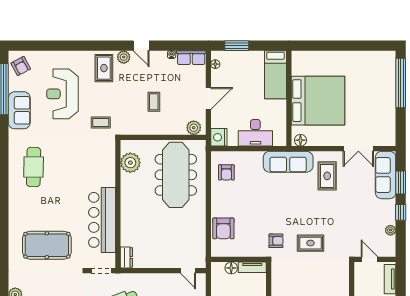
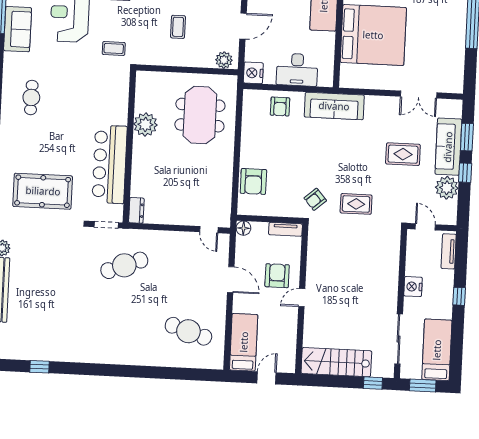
floor lamp: (300, 140) -> (350, 81), removed
plant: (130, 163) -> (145, 124), moved
cafe table: (34, 167) -> (31, 97), width x0.73, depth x0.74
armchair: (226, 172) -> (280, 107), moved
meeting table: (176, 175) -> (200, 115), width x0.73
sofa: (386, 175) -> (448, 147), moved
rug: (327, 176) -> (403, 154), moved, turned 90
plant: (390, 230) -> (447, 188), width x1.88, depth x1.88
armchair: (276, 241) -> (315, 199), turned 139
floor lamp: (231, 268) -> (243, 228), moved

